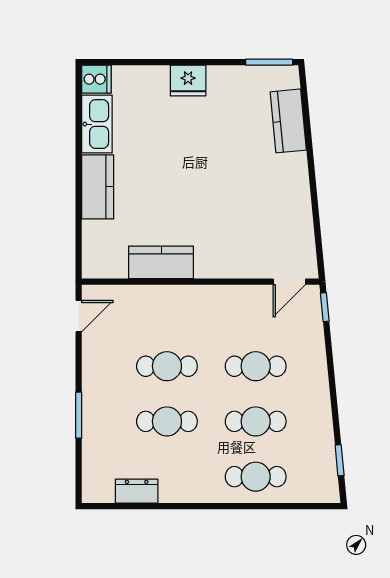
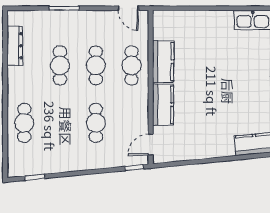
kitchen counter: (98, 187) -> (163, 105), moved, turned -90
door: (289, 282) -> (151, 145), hinge flipped
cafe table: (256, 421) -> (132, 65), moved
dresser: (137, 491) -> (15, 46), width x1.44

